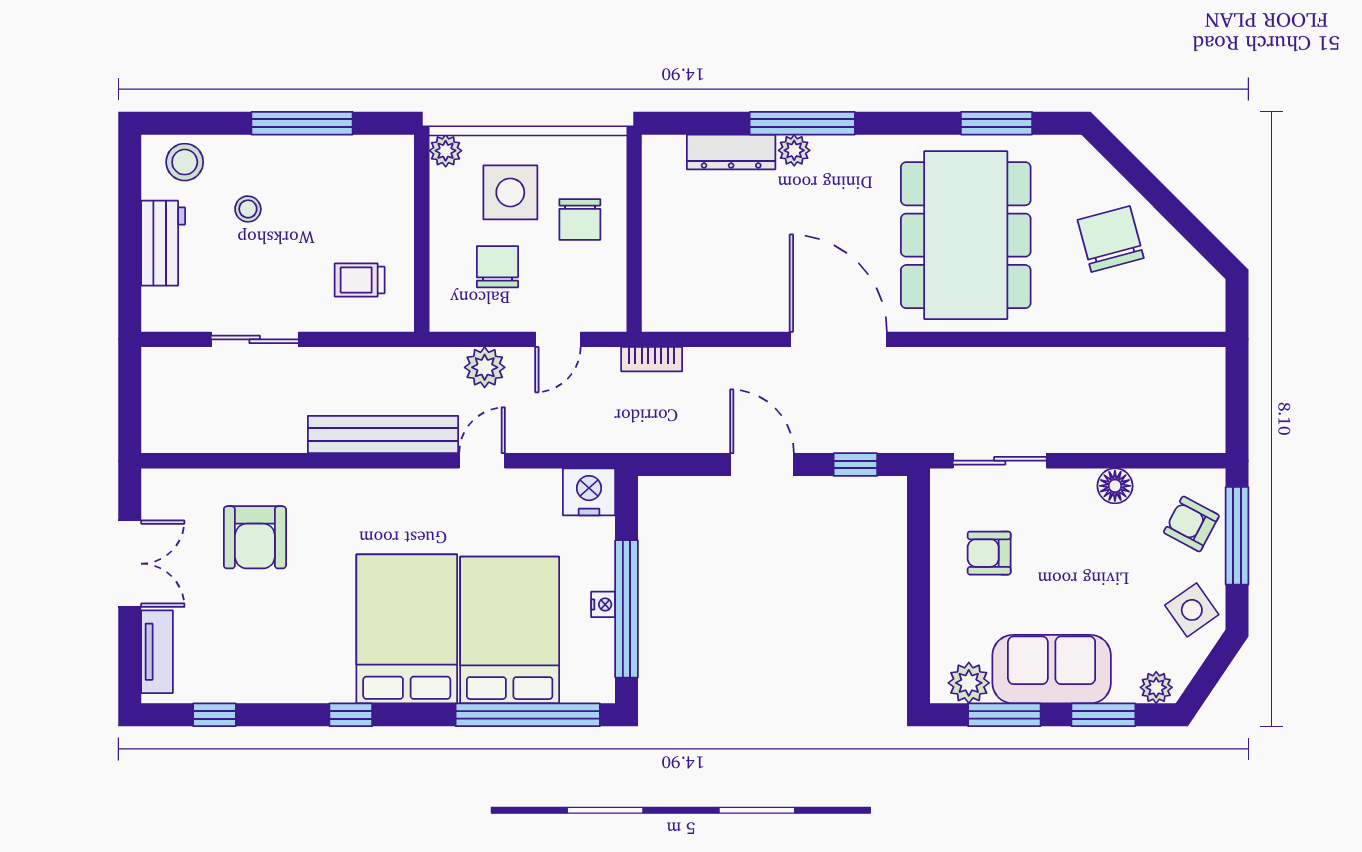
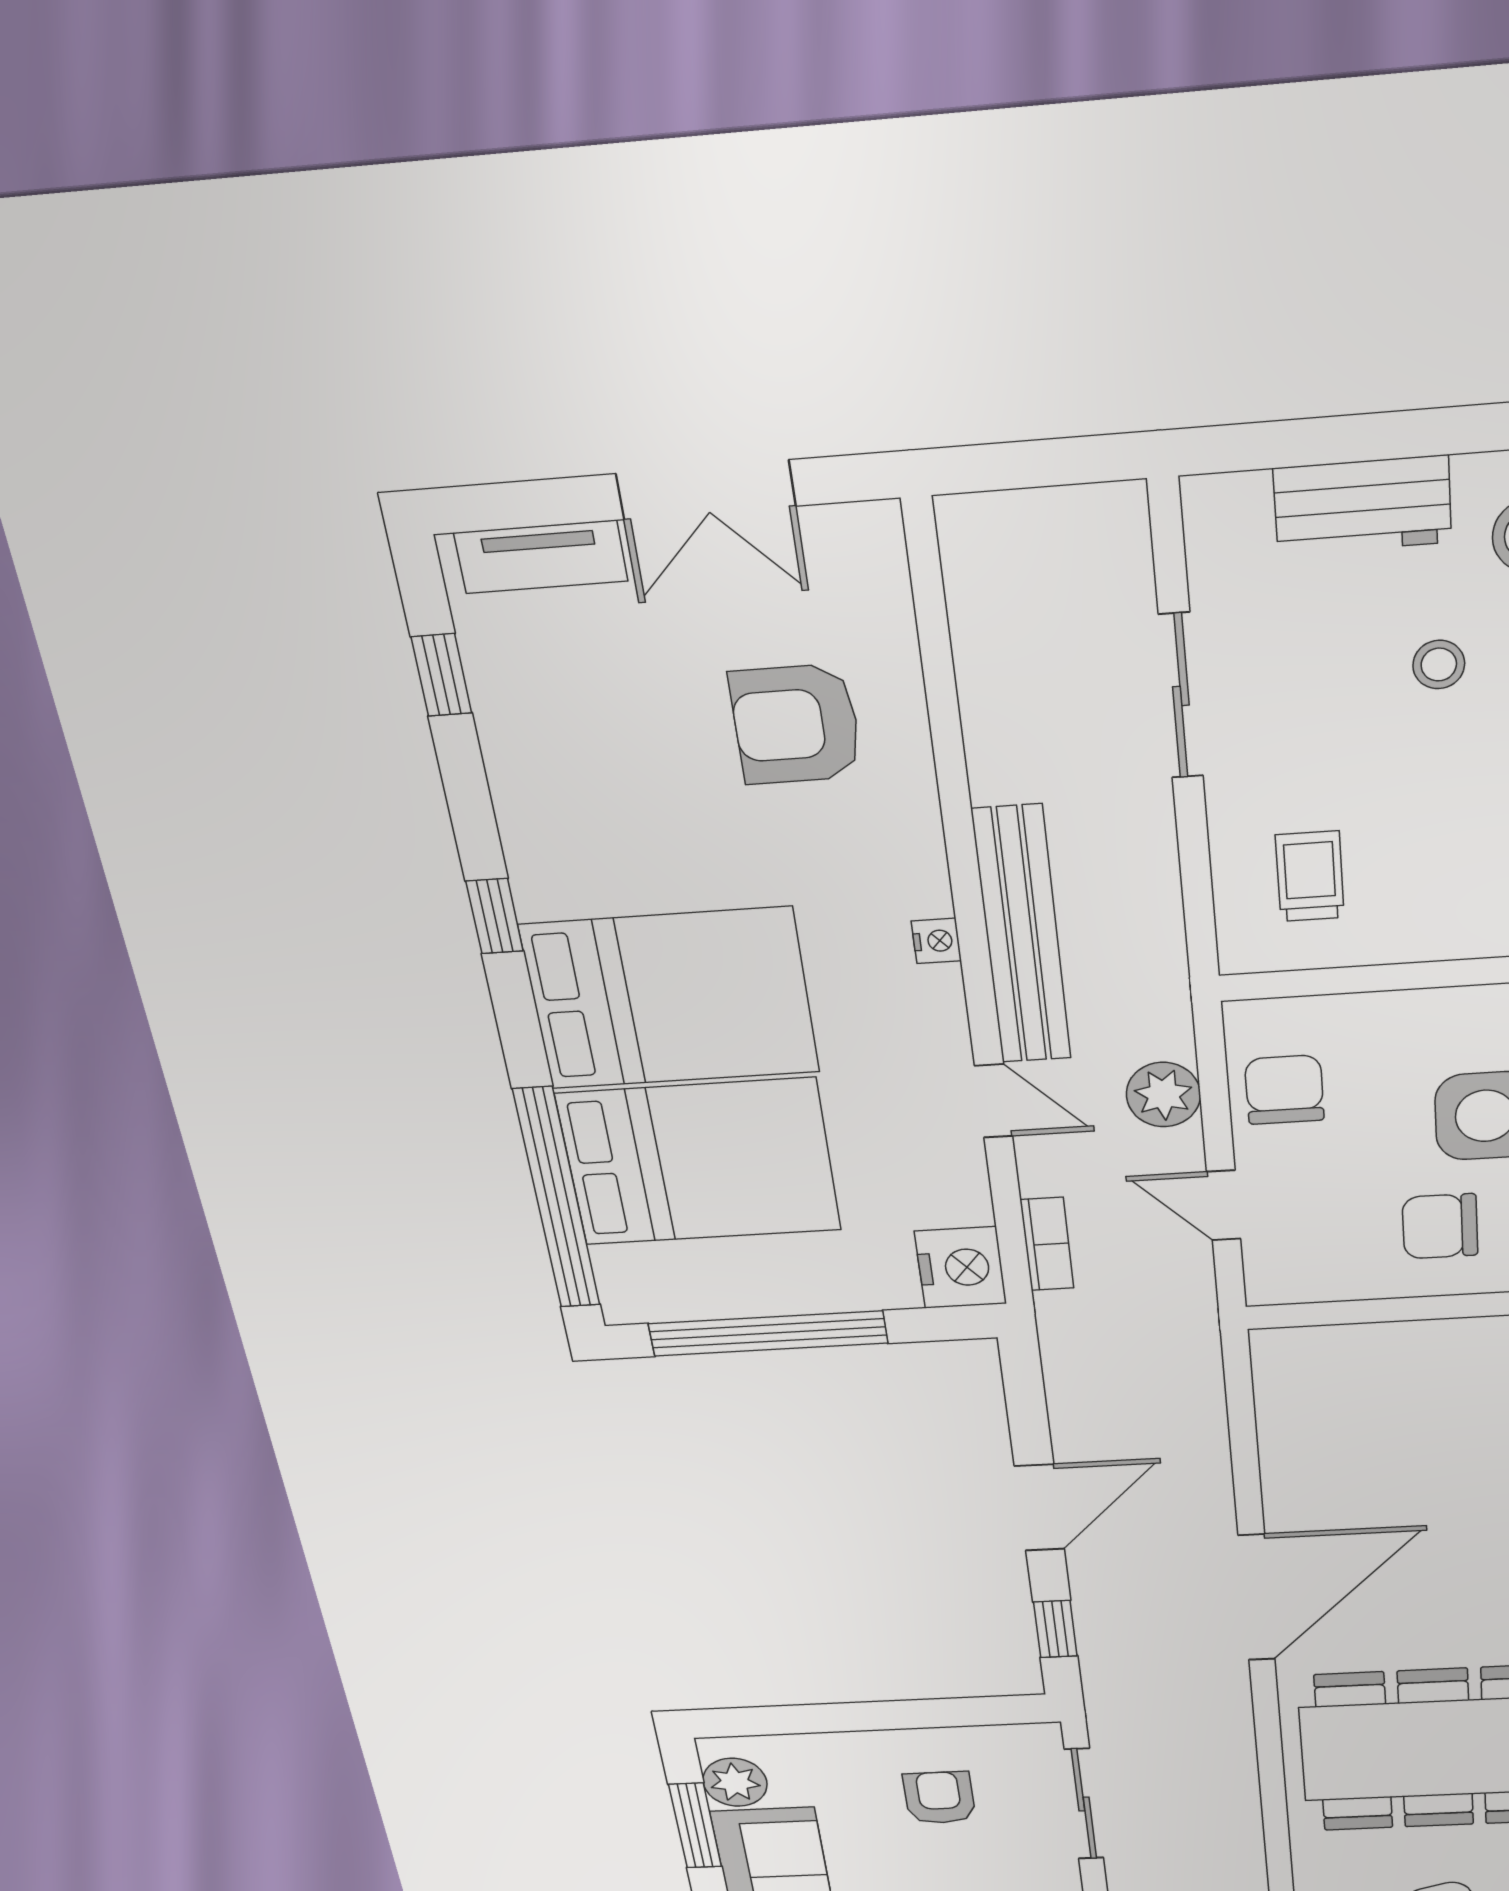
chair: (497, 267) -> (1284, 1090), moved, turned -90
bookcase: (652, 359) -> (1047, 1244), moved, turned 180
nightstand: (603, 604) -> (936, 941), moved, turned -90

